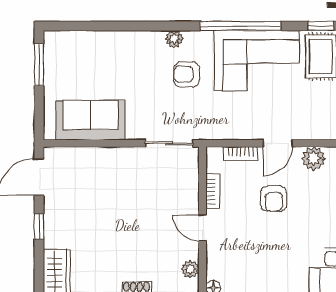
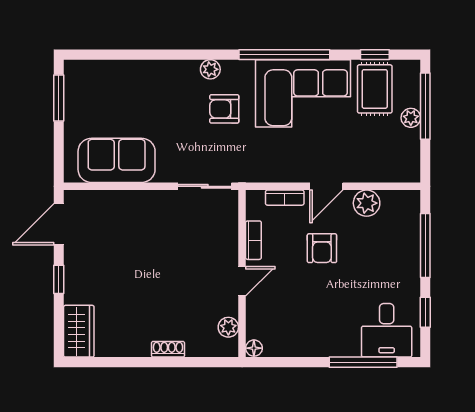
door: (202, 228) -> (242, 281), swing flipped

